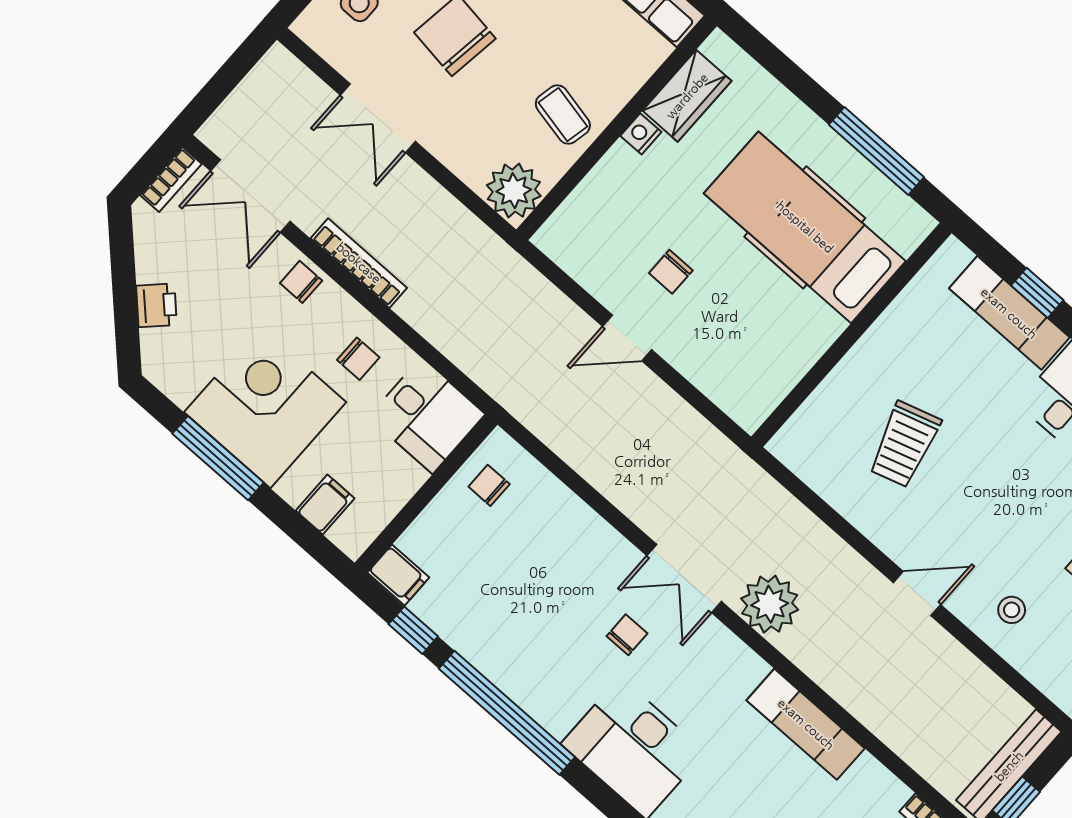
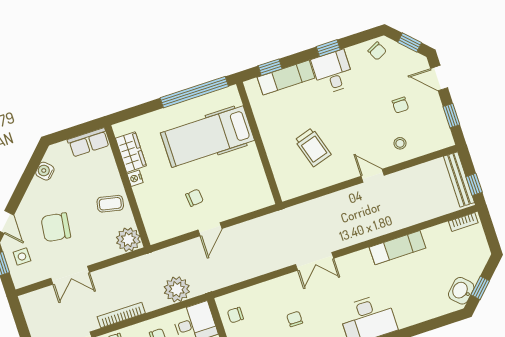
window: (876, 151) -> (194, 92), width x1.46
chair: (671, 272) -> (194, 198), turned -95
window: (1037, 293) -> (270, 67), moved
door: (917, 594) -> (373, 176), hinge flipped
plant: (770, 604) -> (177, 289), moved
chair: (627, 635) -> (295, 319), moved

